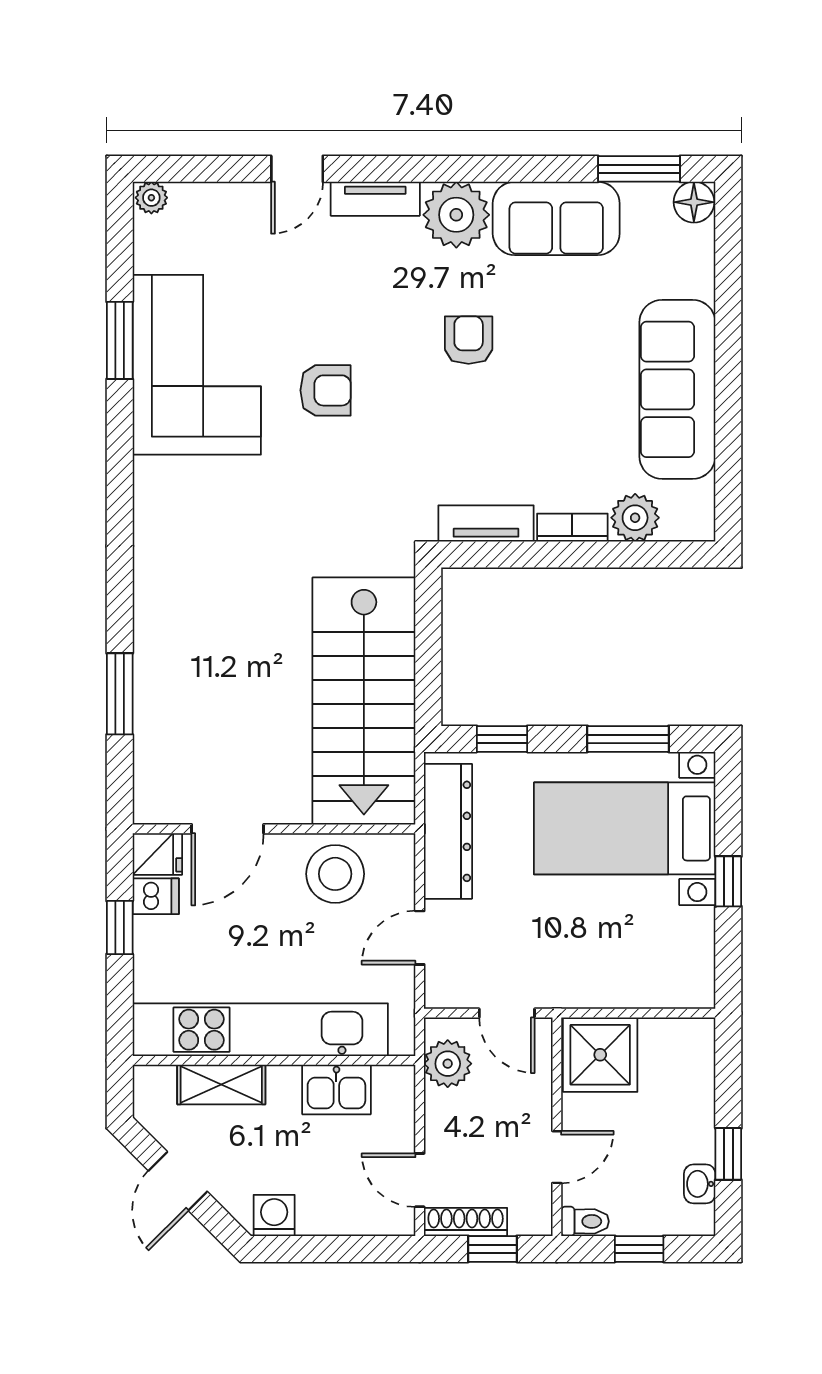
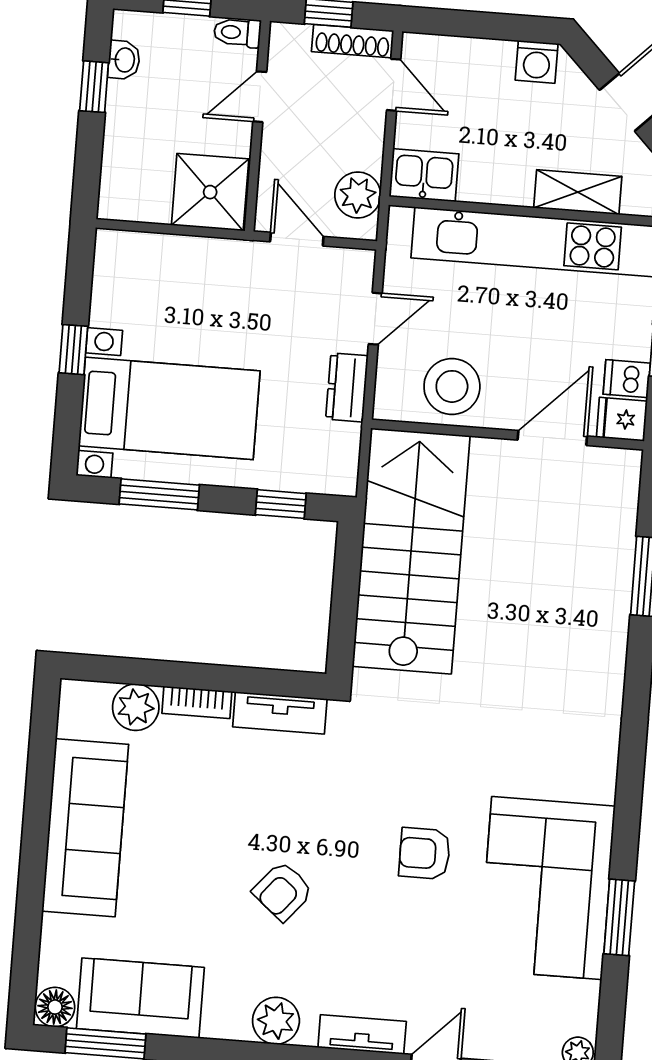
plant: (456, 215) -> (276, 1021), width x0.73, depth x0.73
sofa: (556, 218) -> (140, 998), moved
armchair: (469, 340) -> (283, 891), turned 40
dresser: (448, 831) -> (347, 387), width x0.51, depth x0.80
kitchen sink: (336, 1089) -> (424, 175), moved

